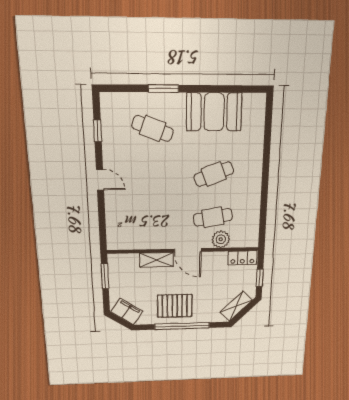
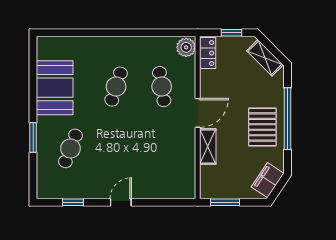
cafe table: (214, 174) -> (116, 87), turned 39
plant: (221, 239) -> (186, 47), moved

